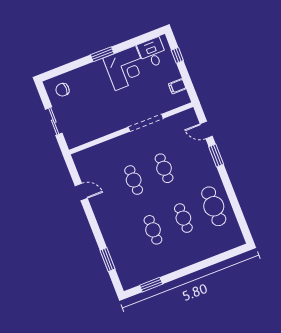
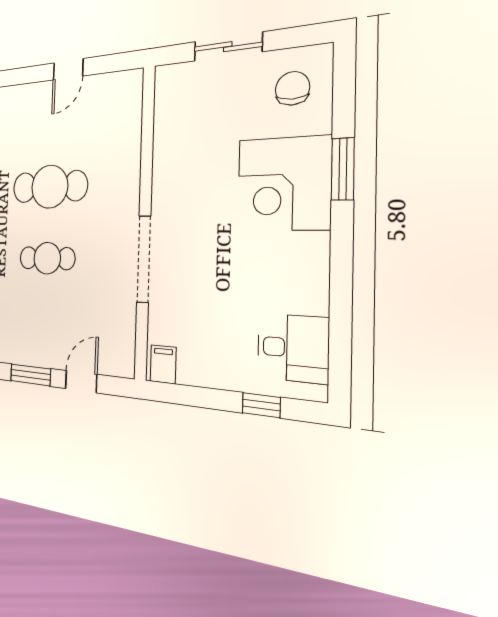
window: (102, 54) -> (343, 169), moved
corner desk: (125, 68) -> (284, 184), moved
filing cabinet: (177, 86) -> (163, 364), moved
cafe table: (134, 180) -> (50, 187), width x1.37, depth x1.35

